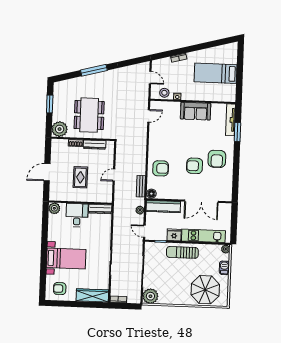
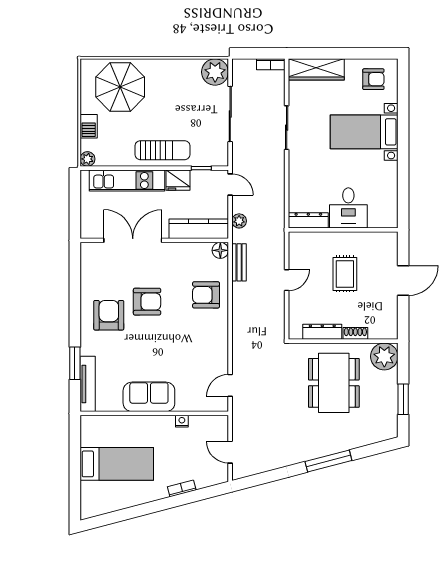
stool: (164, 93) -> (204, 427), removed
plant: (54, 208) -> (388, 218), removed

